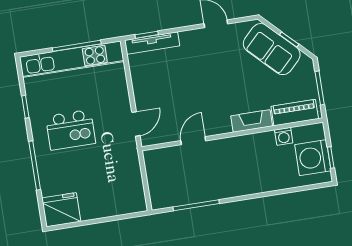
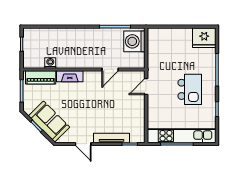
tv unit: (152, 43) -> (112, 138), moved
kitchen island: (71, 130) -> (190, 89), turned 90
washing machine: (313, 158) -> (134, 41), moved, turned 180

